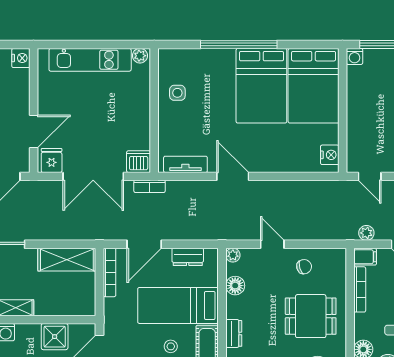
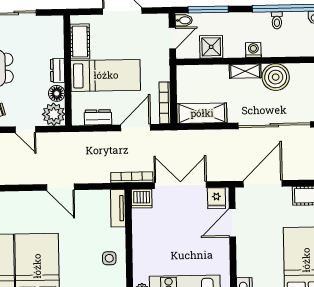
tv unit: (185, 164) -> (118, 208), moved, turned 90
bookcase: (150, 186) -> (132, 177), width x1.56
plant: (233, 255) -> (54, 114), width x1.88, depth x1.88
dresser: (234, 333) -> (58, 70), moved
stool: (171, 346) -> (111, 40), removed

